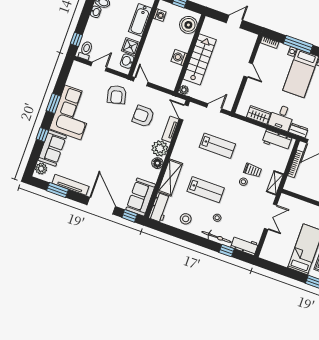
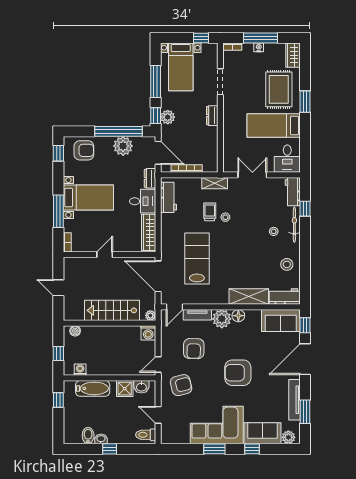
boiler: (188, 25) -> (75, 331), width x0.54, depth x0.54
window: (76, 39) -> (110, 449), moved
washing machine: (179, 57) -> (148, 333), moved
door: (214, 108) -> (158, 276), width x1.87
wardrobe: (259, 115) -> (149, 232), width x1.50
armchair: (110, 146) -> (238, 373), added
lab bench: (217, 146) -> (197, 259), width x1.36, depth x1.39
lab bench: (206, 190) -> (248, 254), removed
desk: (274, 251) -> (287, 159), added

